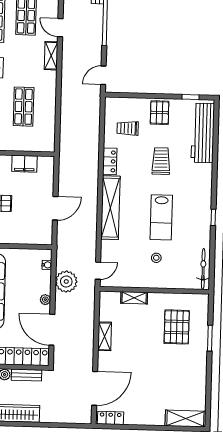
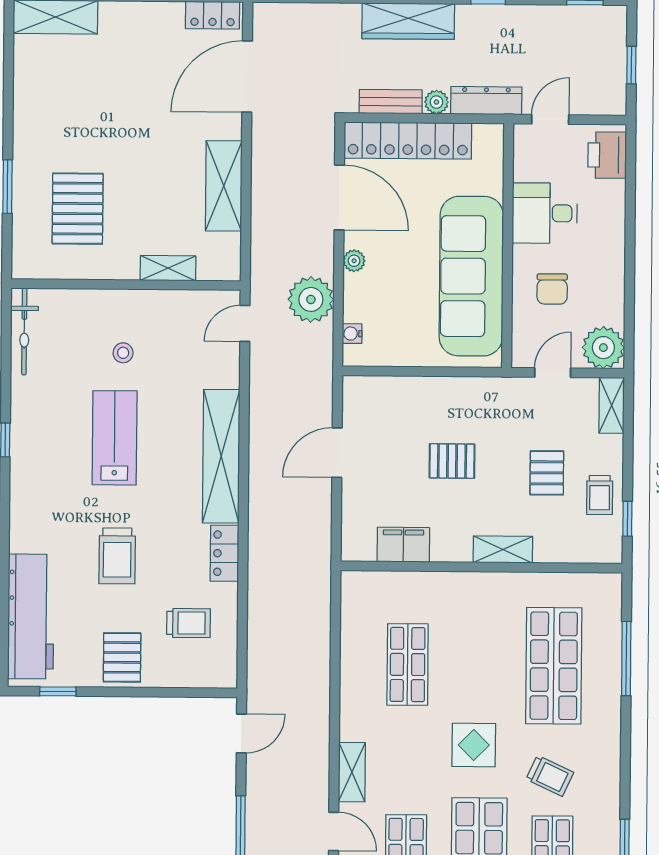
shelving: (105, 336) -> (224, 186), width x1.50, depth x1.33

